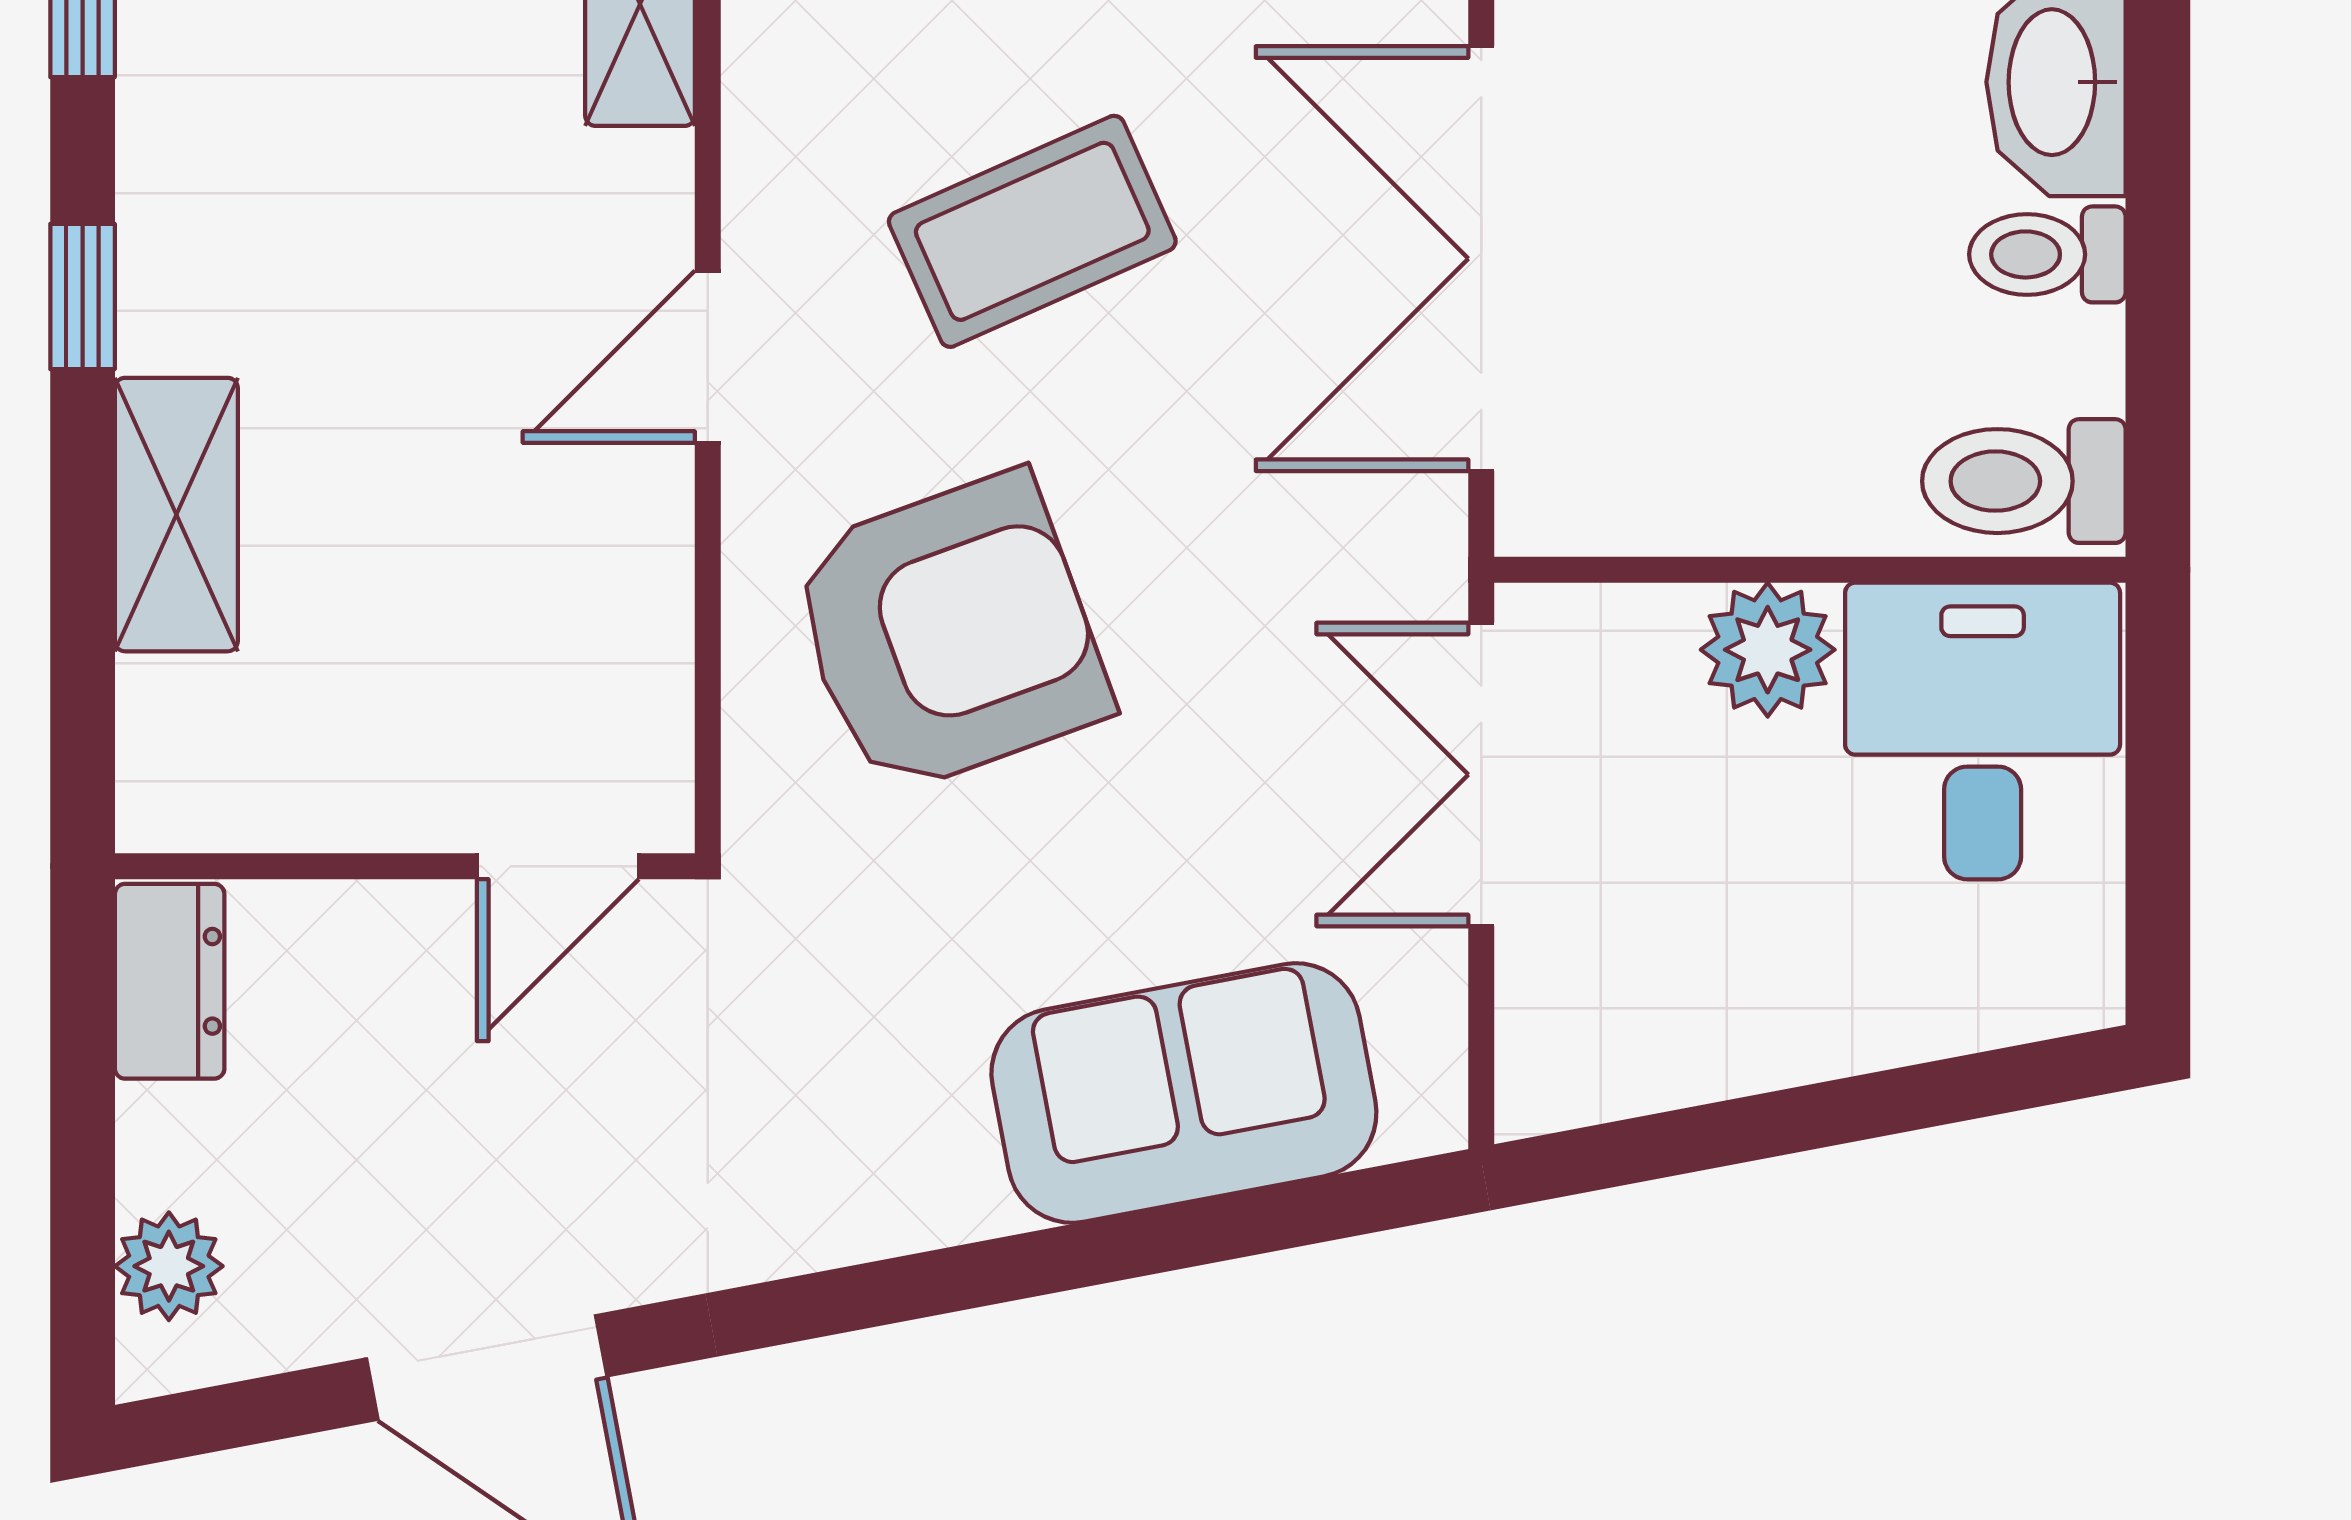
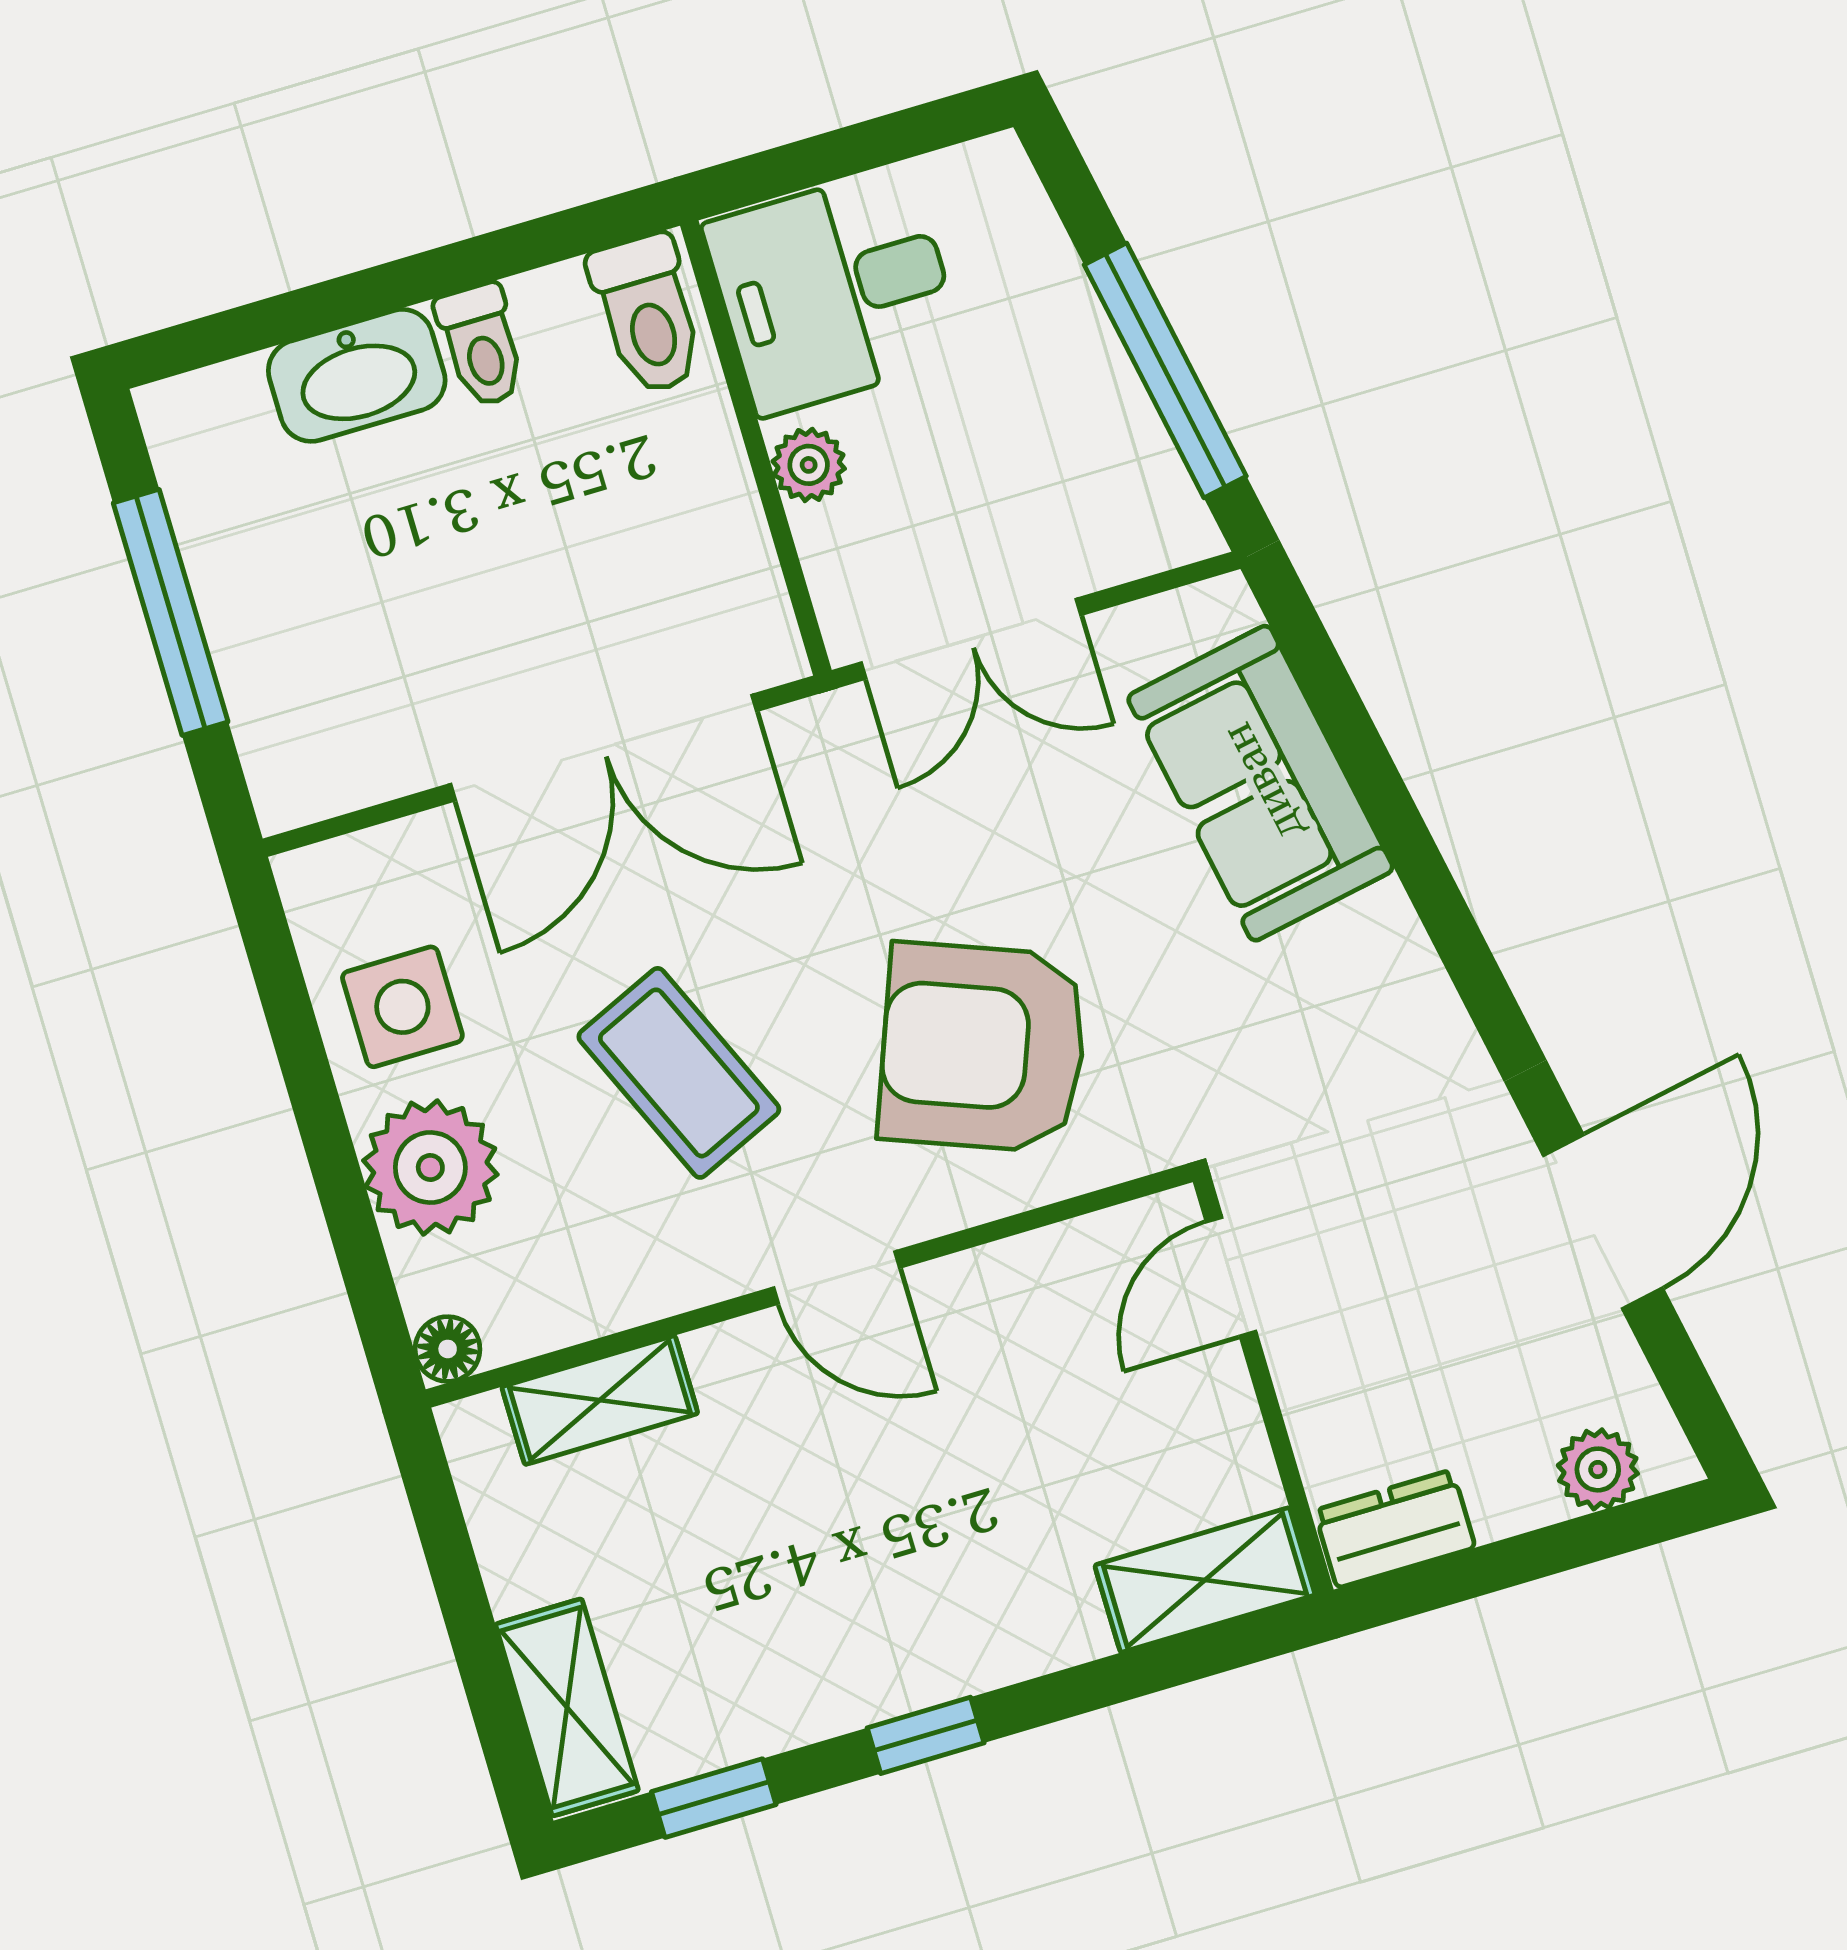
shelving: (176, 515) -> (1205, 1580), moved
armchair: (949, 634) -> (983, 1047), turned -49
plant: (1768, 650) -> (809, 465), width x0.73, depth x0.73
door: (558, 866) -> (1231, 1277), swing flipped
window: (1753, 1128) -> (1165, 370), added

